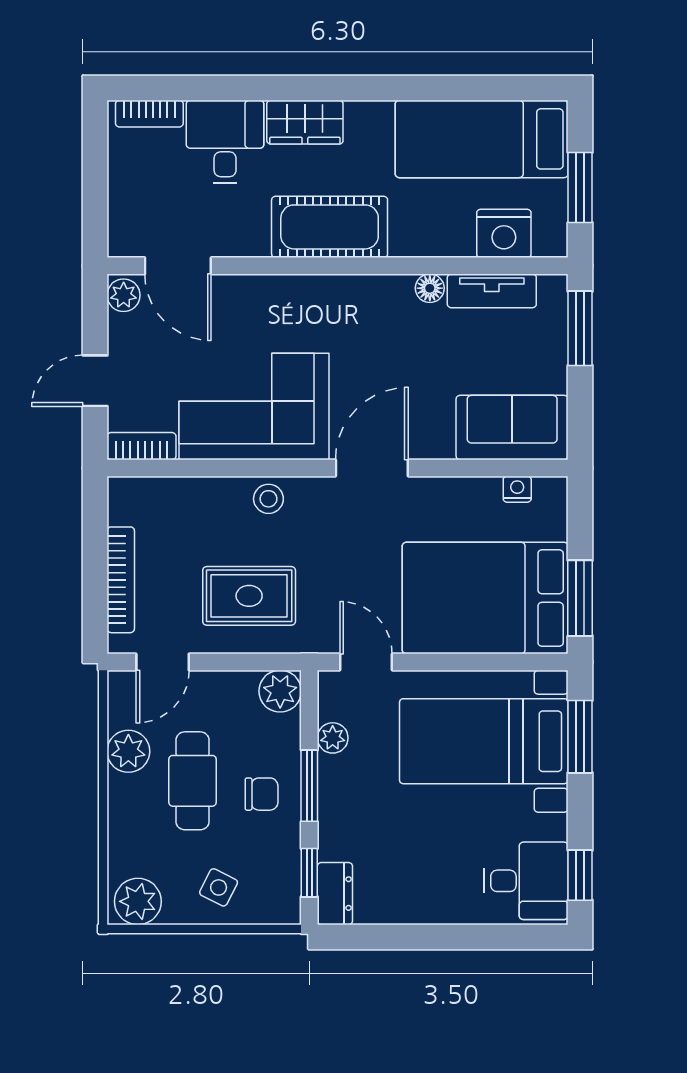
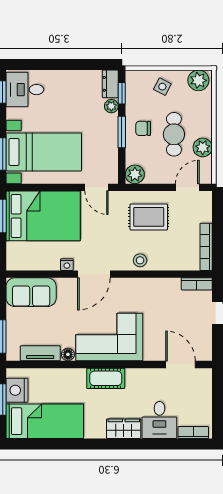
cot: (330, 227) -> (106, 378), width x0.73, depth x0.75
nightstand: (504, 233) -> (17, 390), moved, turned -90
plant: (124, 295) -> (205, 351), removed
corner sofa: (254, 406) -> (109, 337), moved, turned 180
nightstand: (517, 489) -> (67, 265), moved
bookcase: (121, 580) -> (206, 247), moved
plant: (333, 738) -> (111, 106), moved

